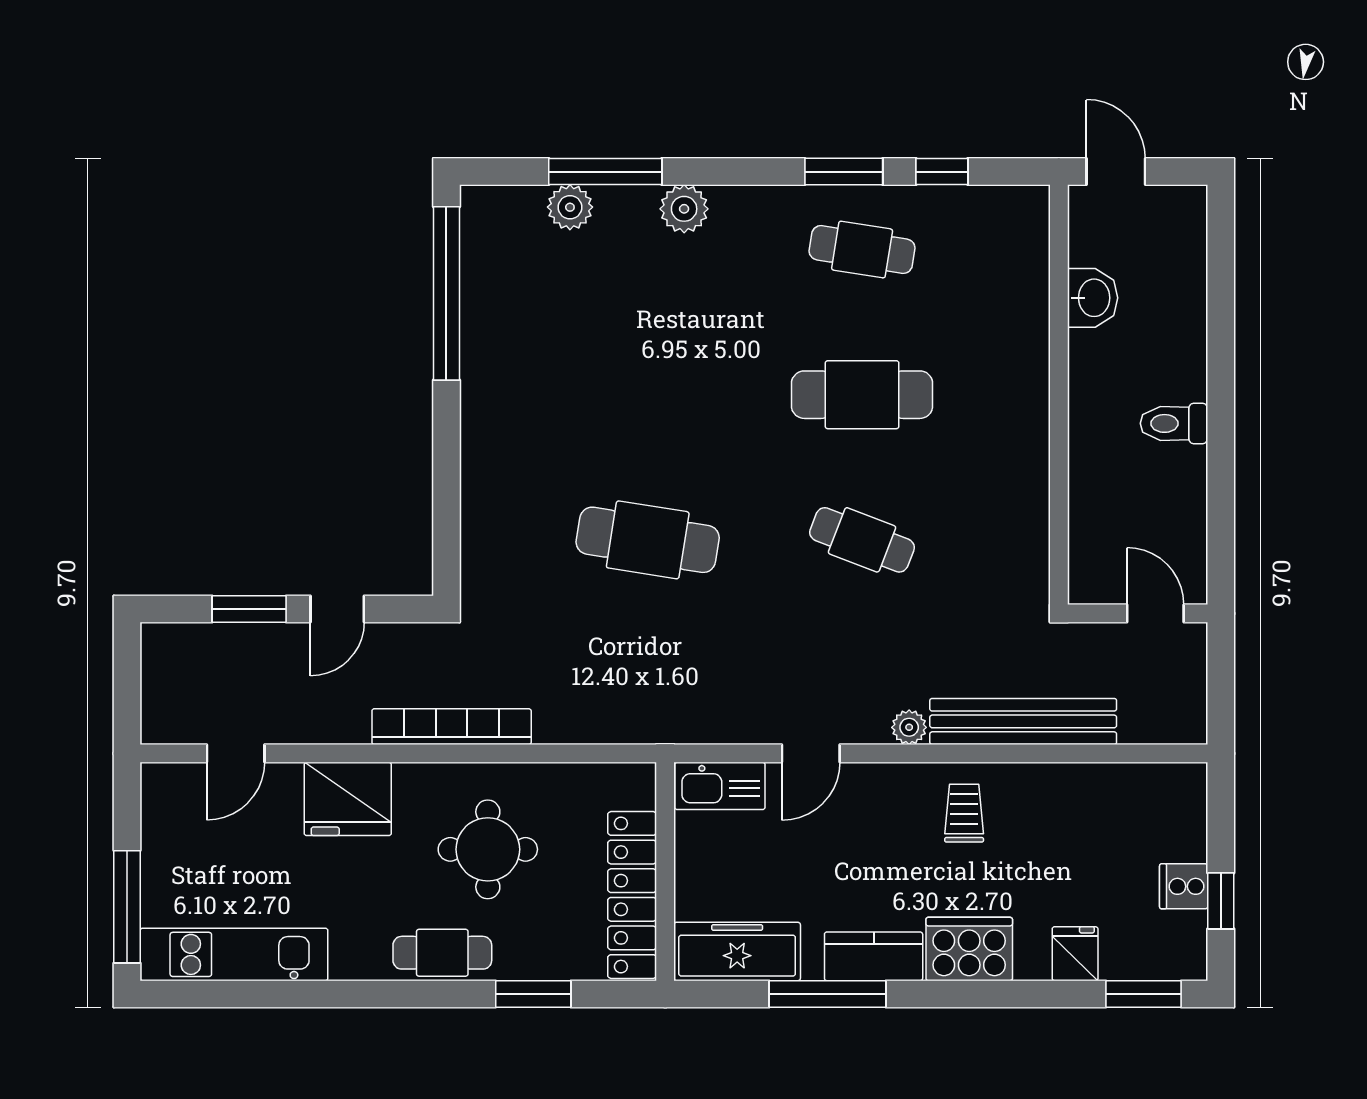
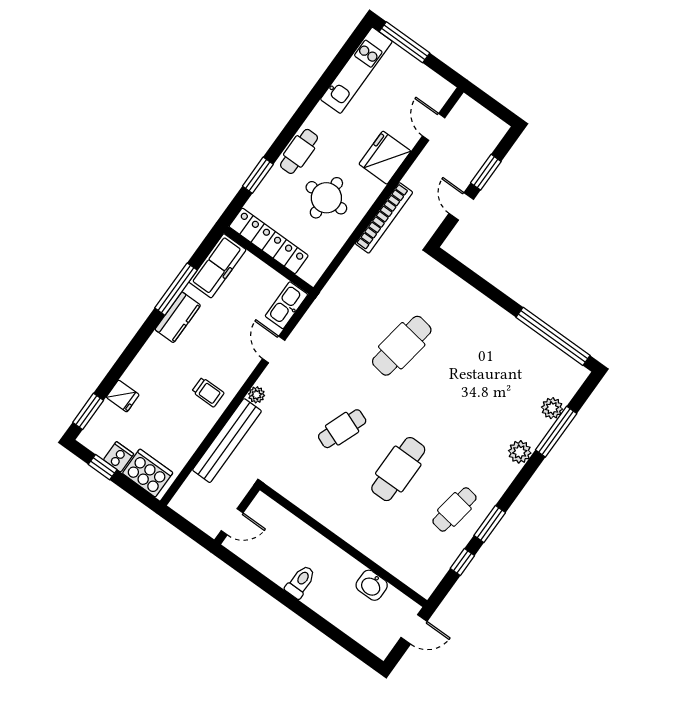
cooker: (969, 949) -> (148, 473), moved, turned -90

